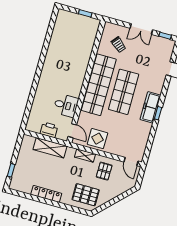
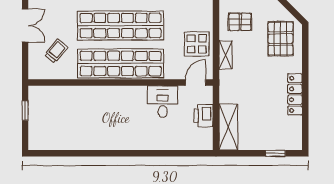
shop shelf: (124, 92) -> (121, 26), width x1.40
shelving: (50, 148) -> (228, 127), moved

